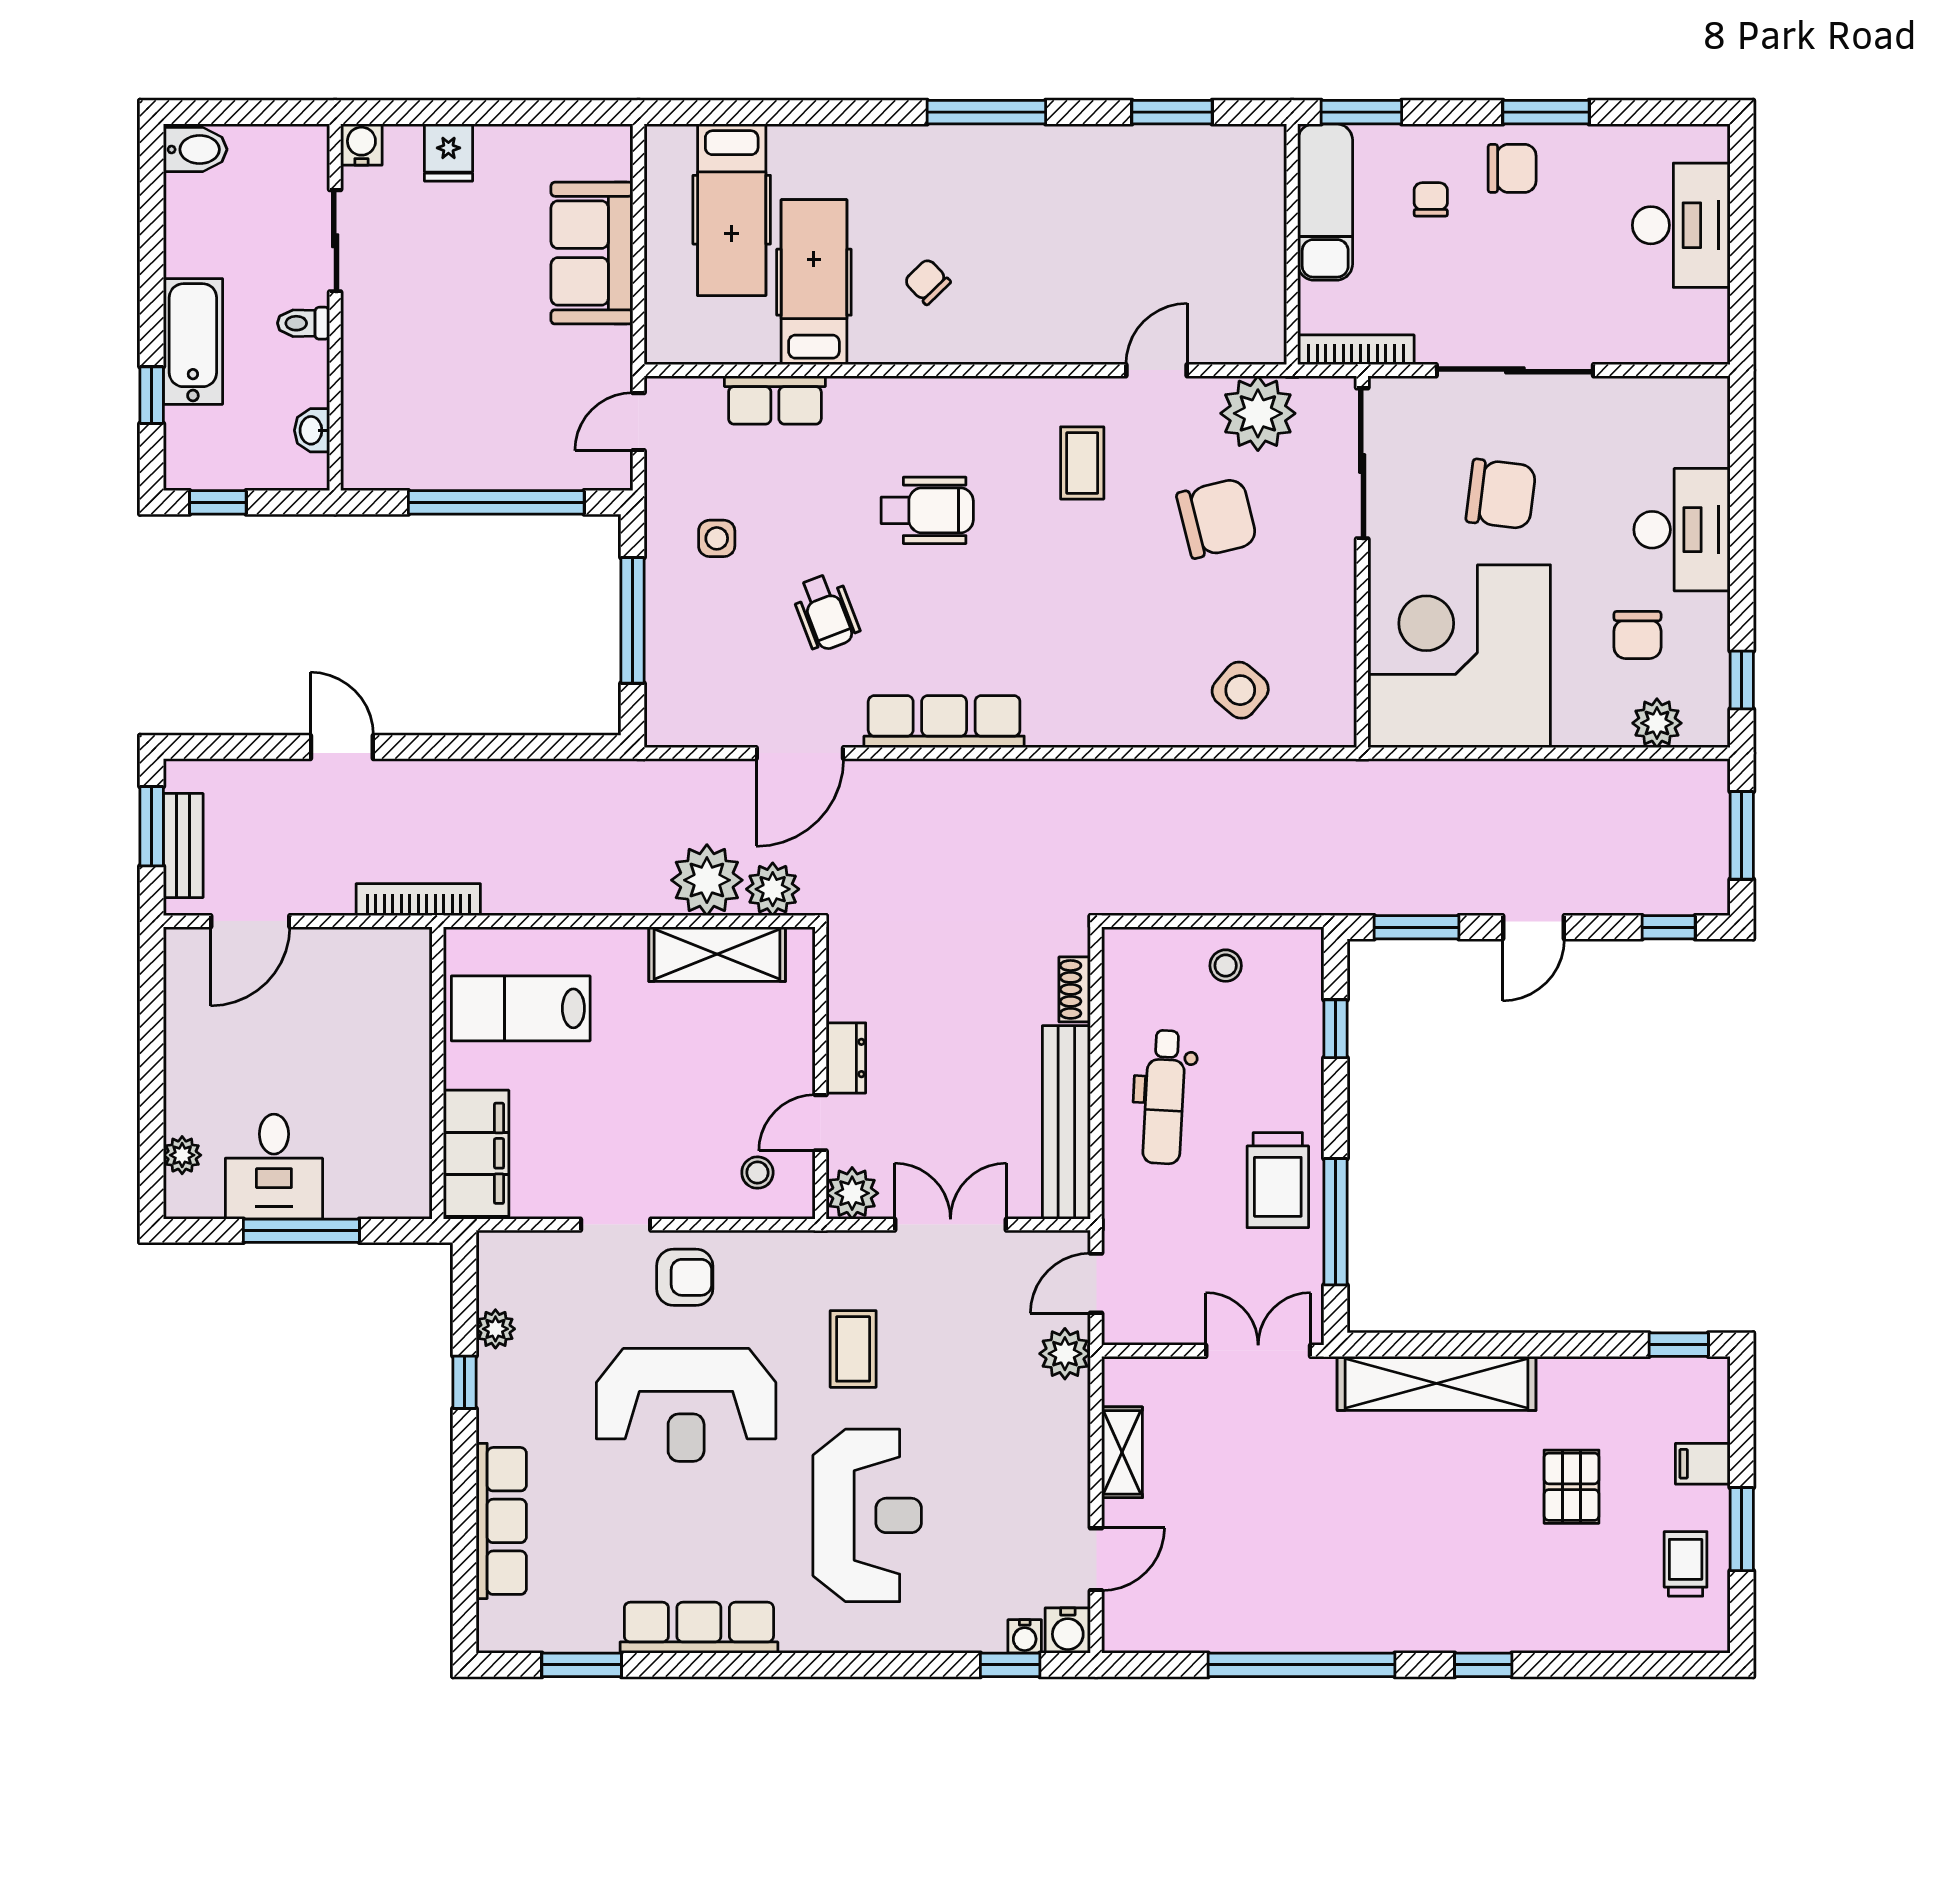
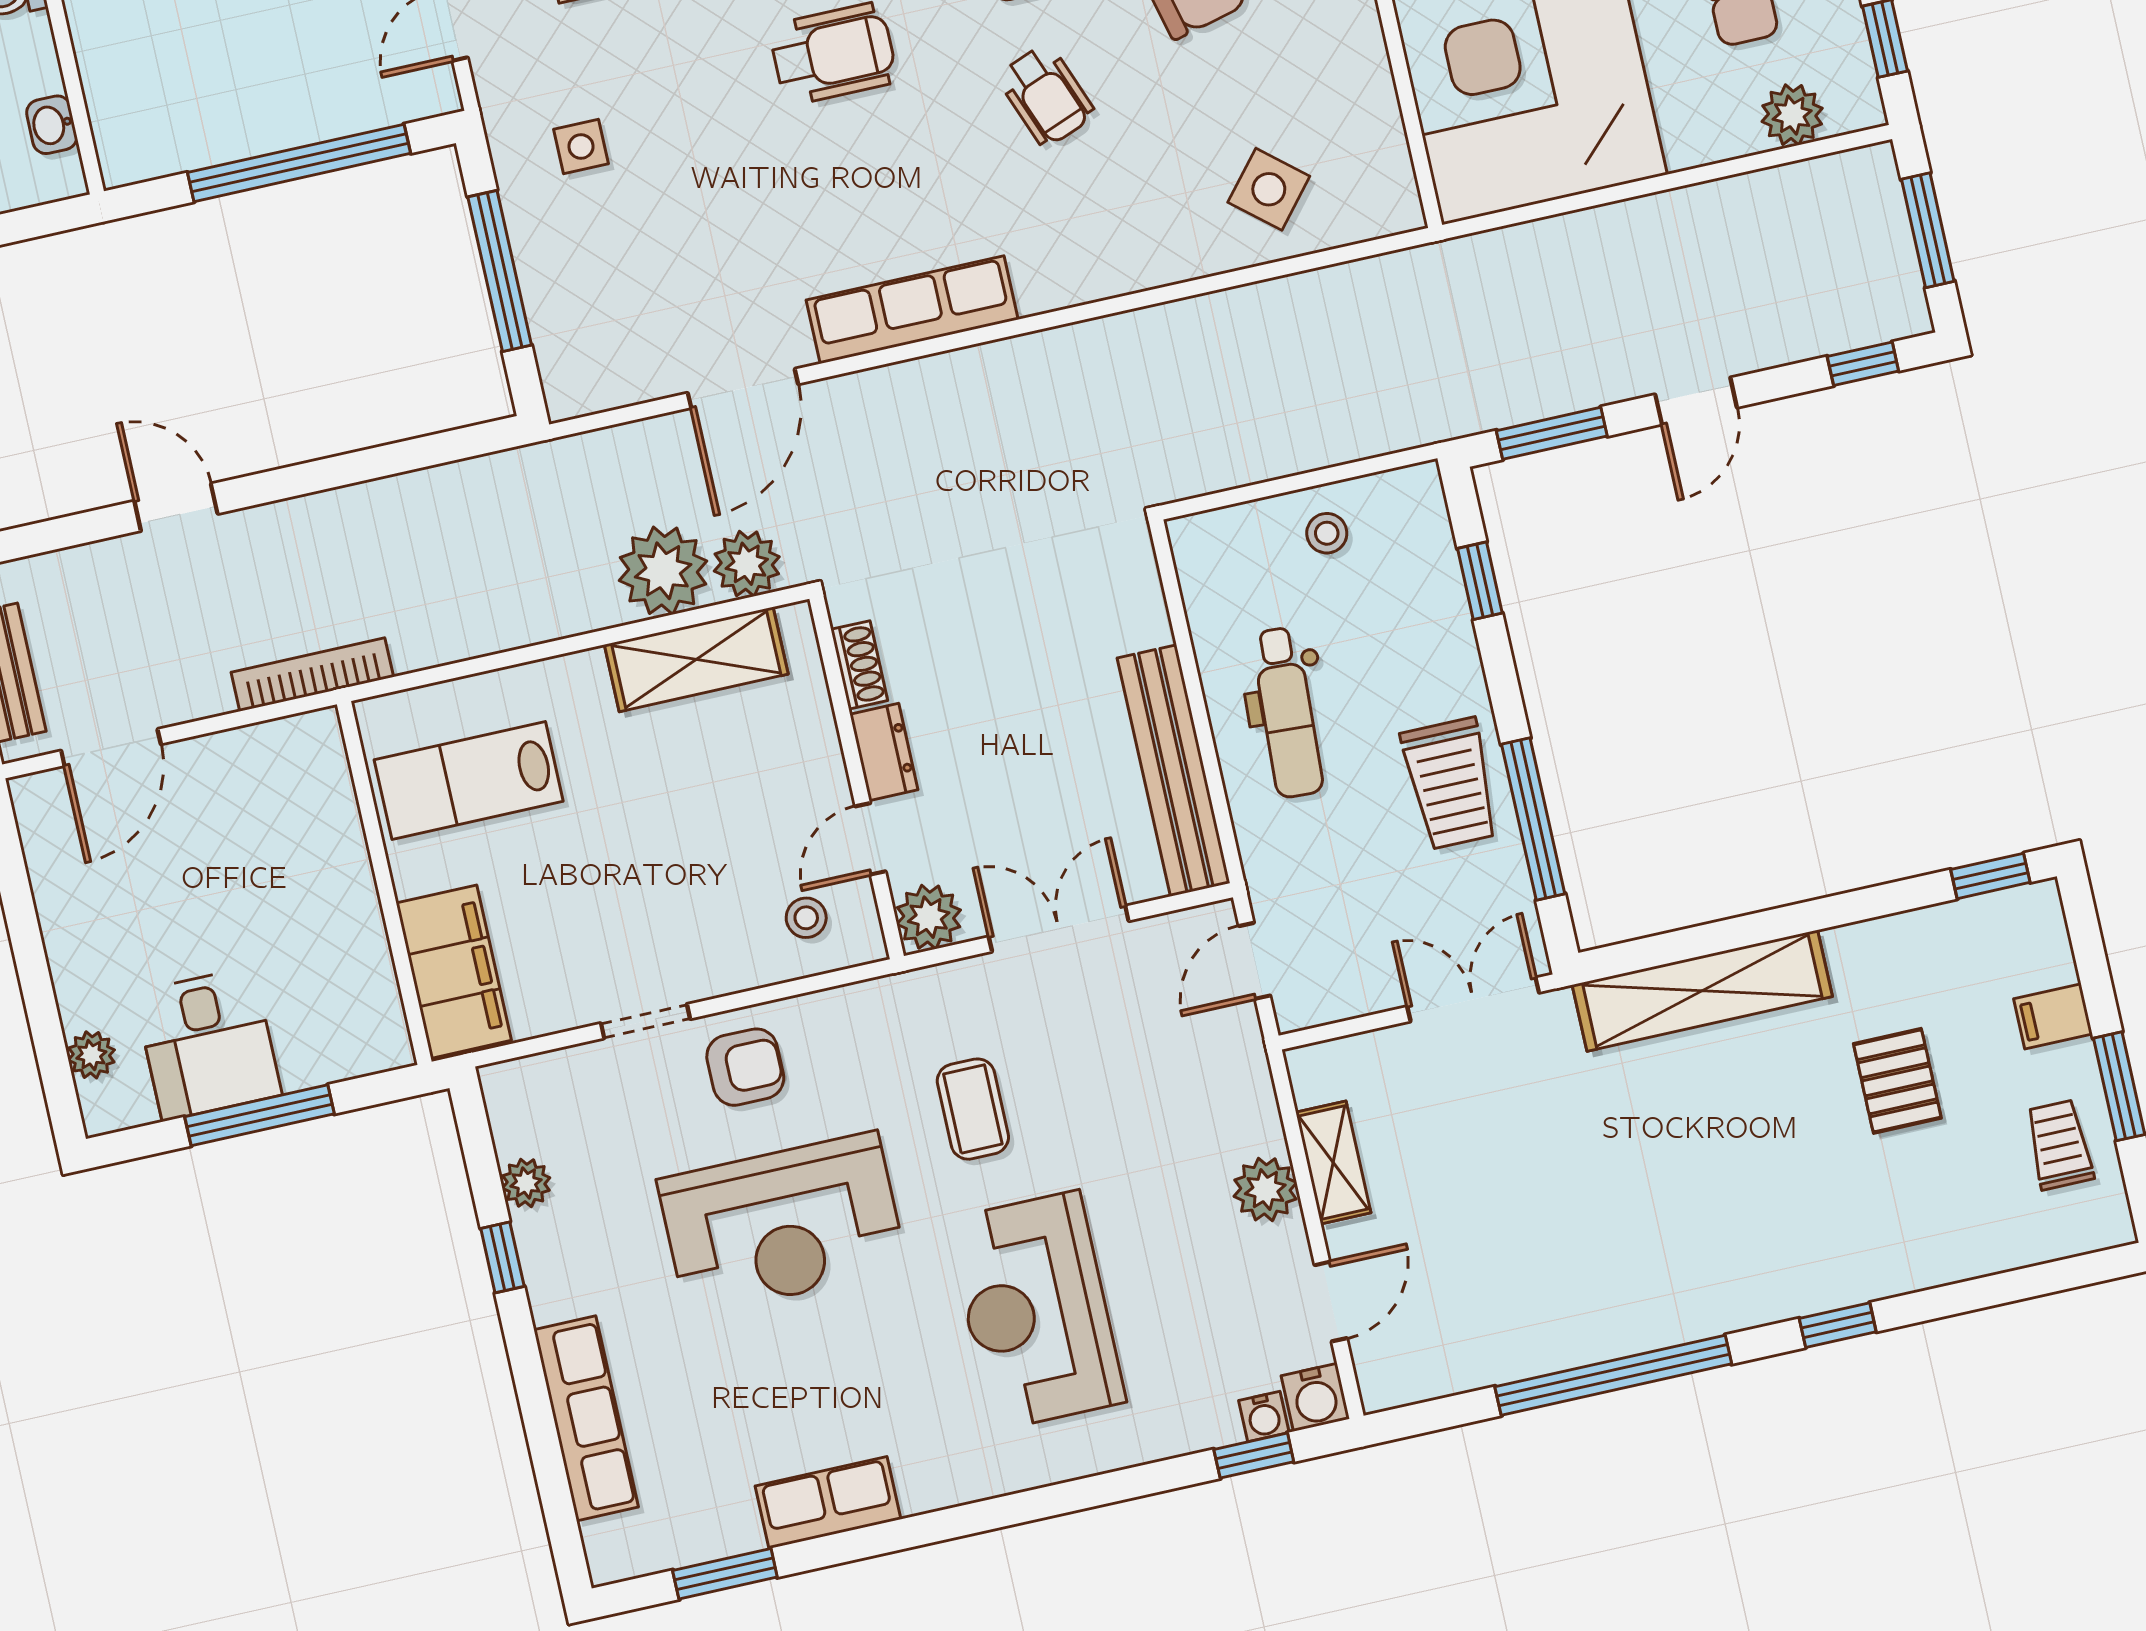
wheelchair: (826, 612) -> (1046, 95), moved
shoe rack: (1075, 989) -> (859, 665), moved, turned 180
plant: (1065, 1354) -> (1265, 1189), moved
reception desk: (867, 1515) -> (1036, 1311), turned 180
row of seats: (699, 1628) -> (828, 1503), width x0.68

